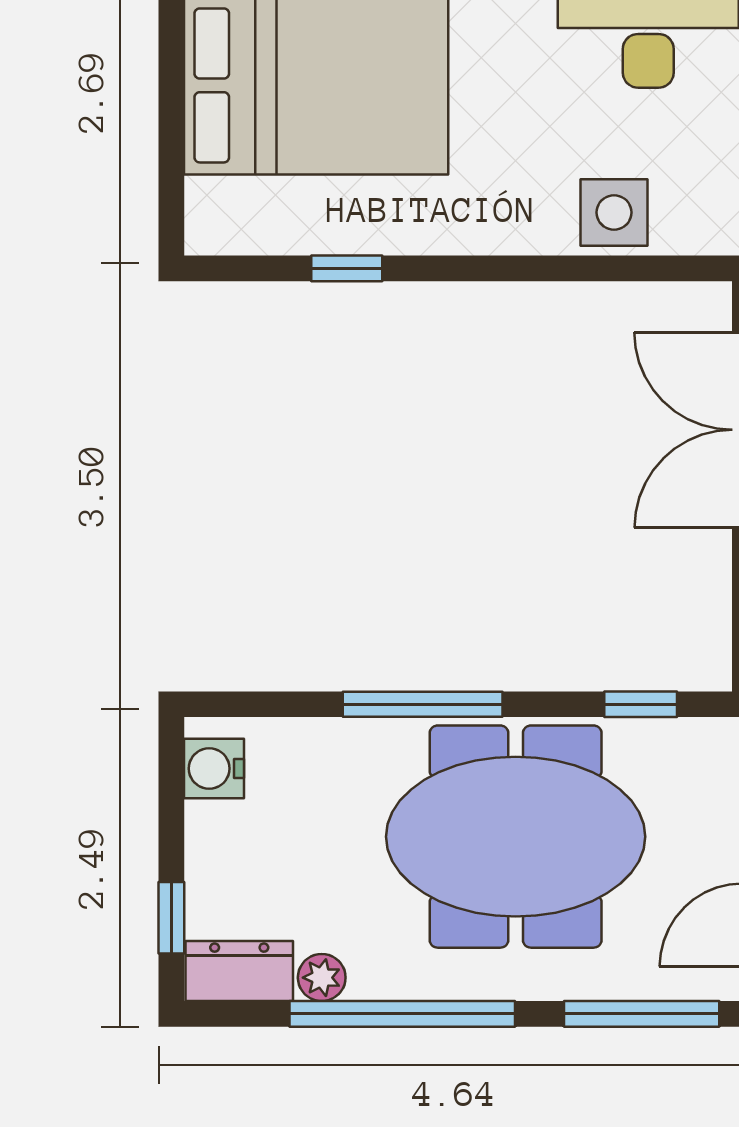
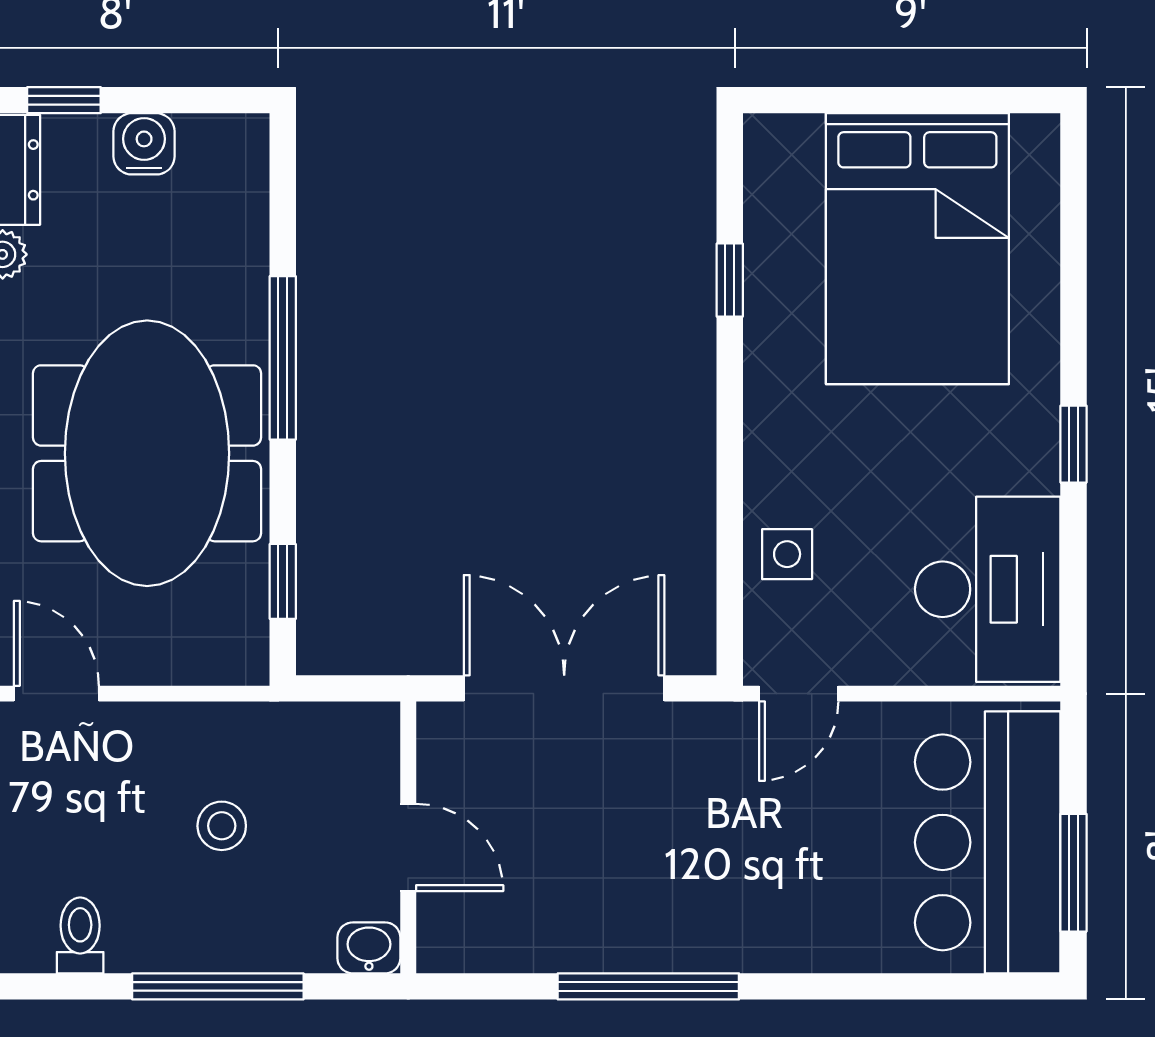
side table: (614, 212) -> (787, 554), width x0.73, depth x0.73
water cooler: (214, 769) -> (144, 144), moved

